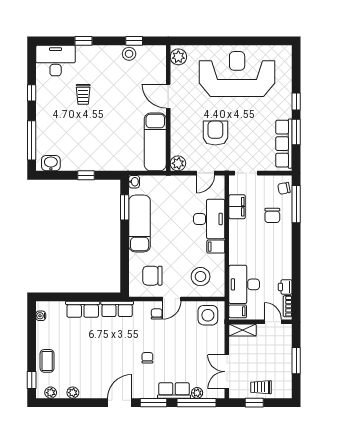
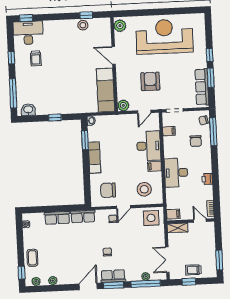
window: (84, 41) -> (26, 18), moved
trolley: (83, 94) -> (36, 58), moved
filing cabinet: (237, 207) -> (169, 131), width x0.50
exam couch: (140, 224) -> (94, 158), width x0.73, depth x0.69
desk: (244, 284) -> (176, 173), moved
printer: (285, 287) -> (207, 179), moved
window: (296, 361) -> (219, 260), moved
row of seats: (174, 390) -> (113, 276), moved

